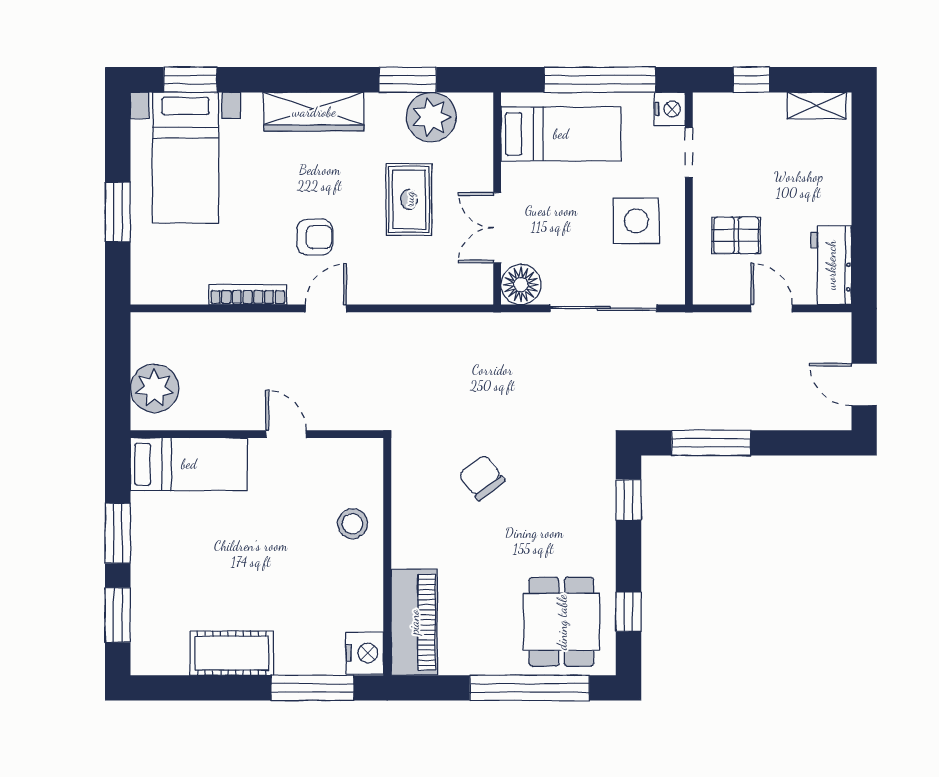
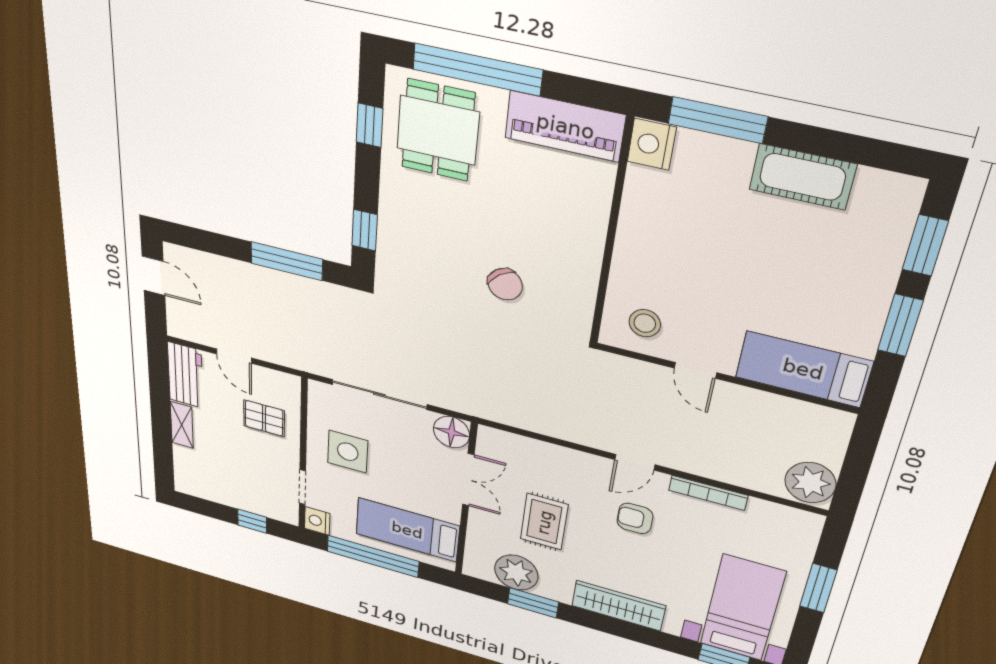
shelving: (817, 106) -> (182, 425), moved, turned 90
plant: (154, 388) -> (810, 483), moved
stool: (353, 524) -> (645, 323), moved
piano: (414, 622) -> (565, 126), moved, turned -90

